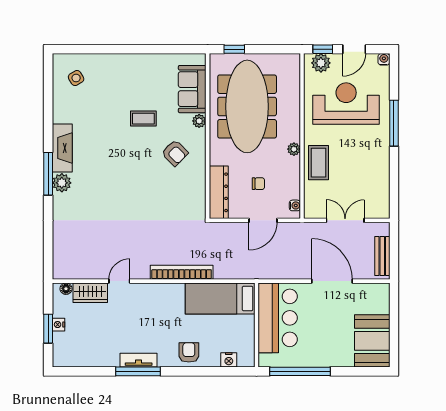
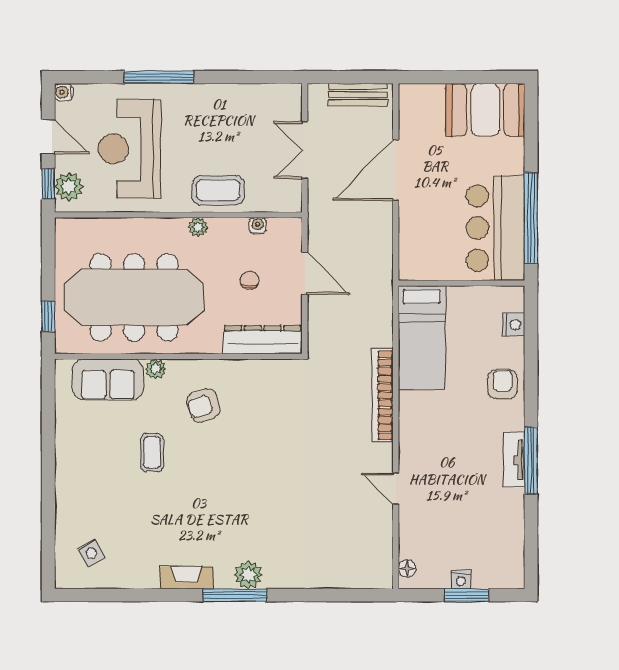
fireplace: (62, 148) -> (187, 578), width x0.73, depth x0.76
armchair: (175, 153) -> (204, 405), turned -153
water cooler: (295, 205) -> (258, 226), moved
wardrobe: (90, 293) -> (413, 532), removed
bar counter: (278, 318) -> (495, 228), moved, turned -90
armchair: (189, 352) -> (503, 384), turned 90

